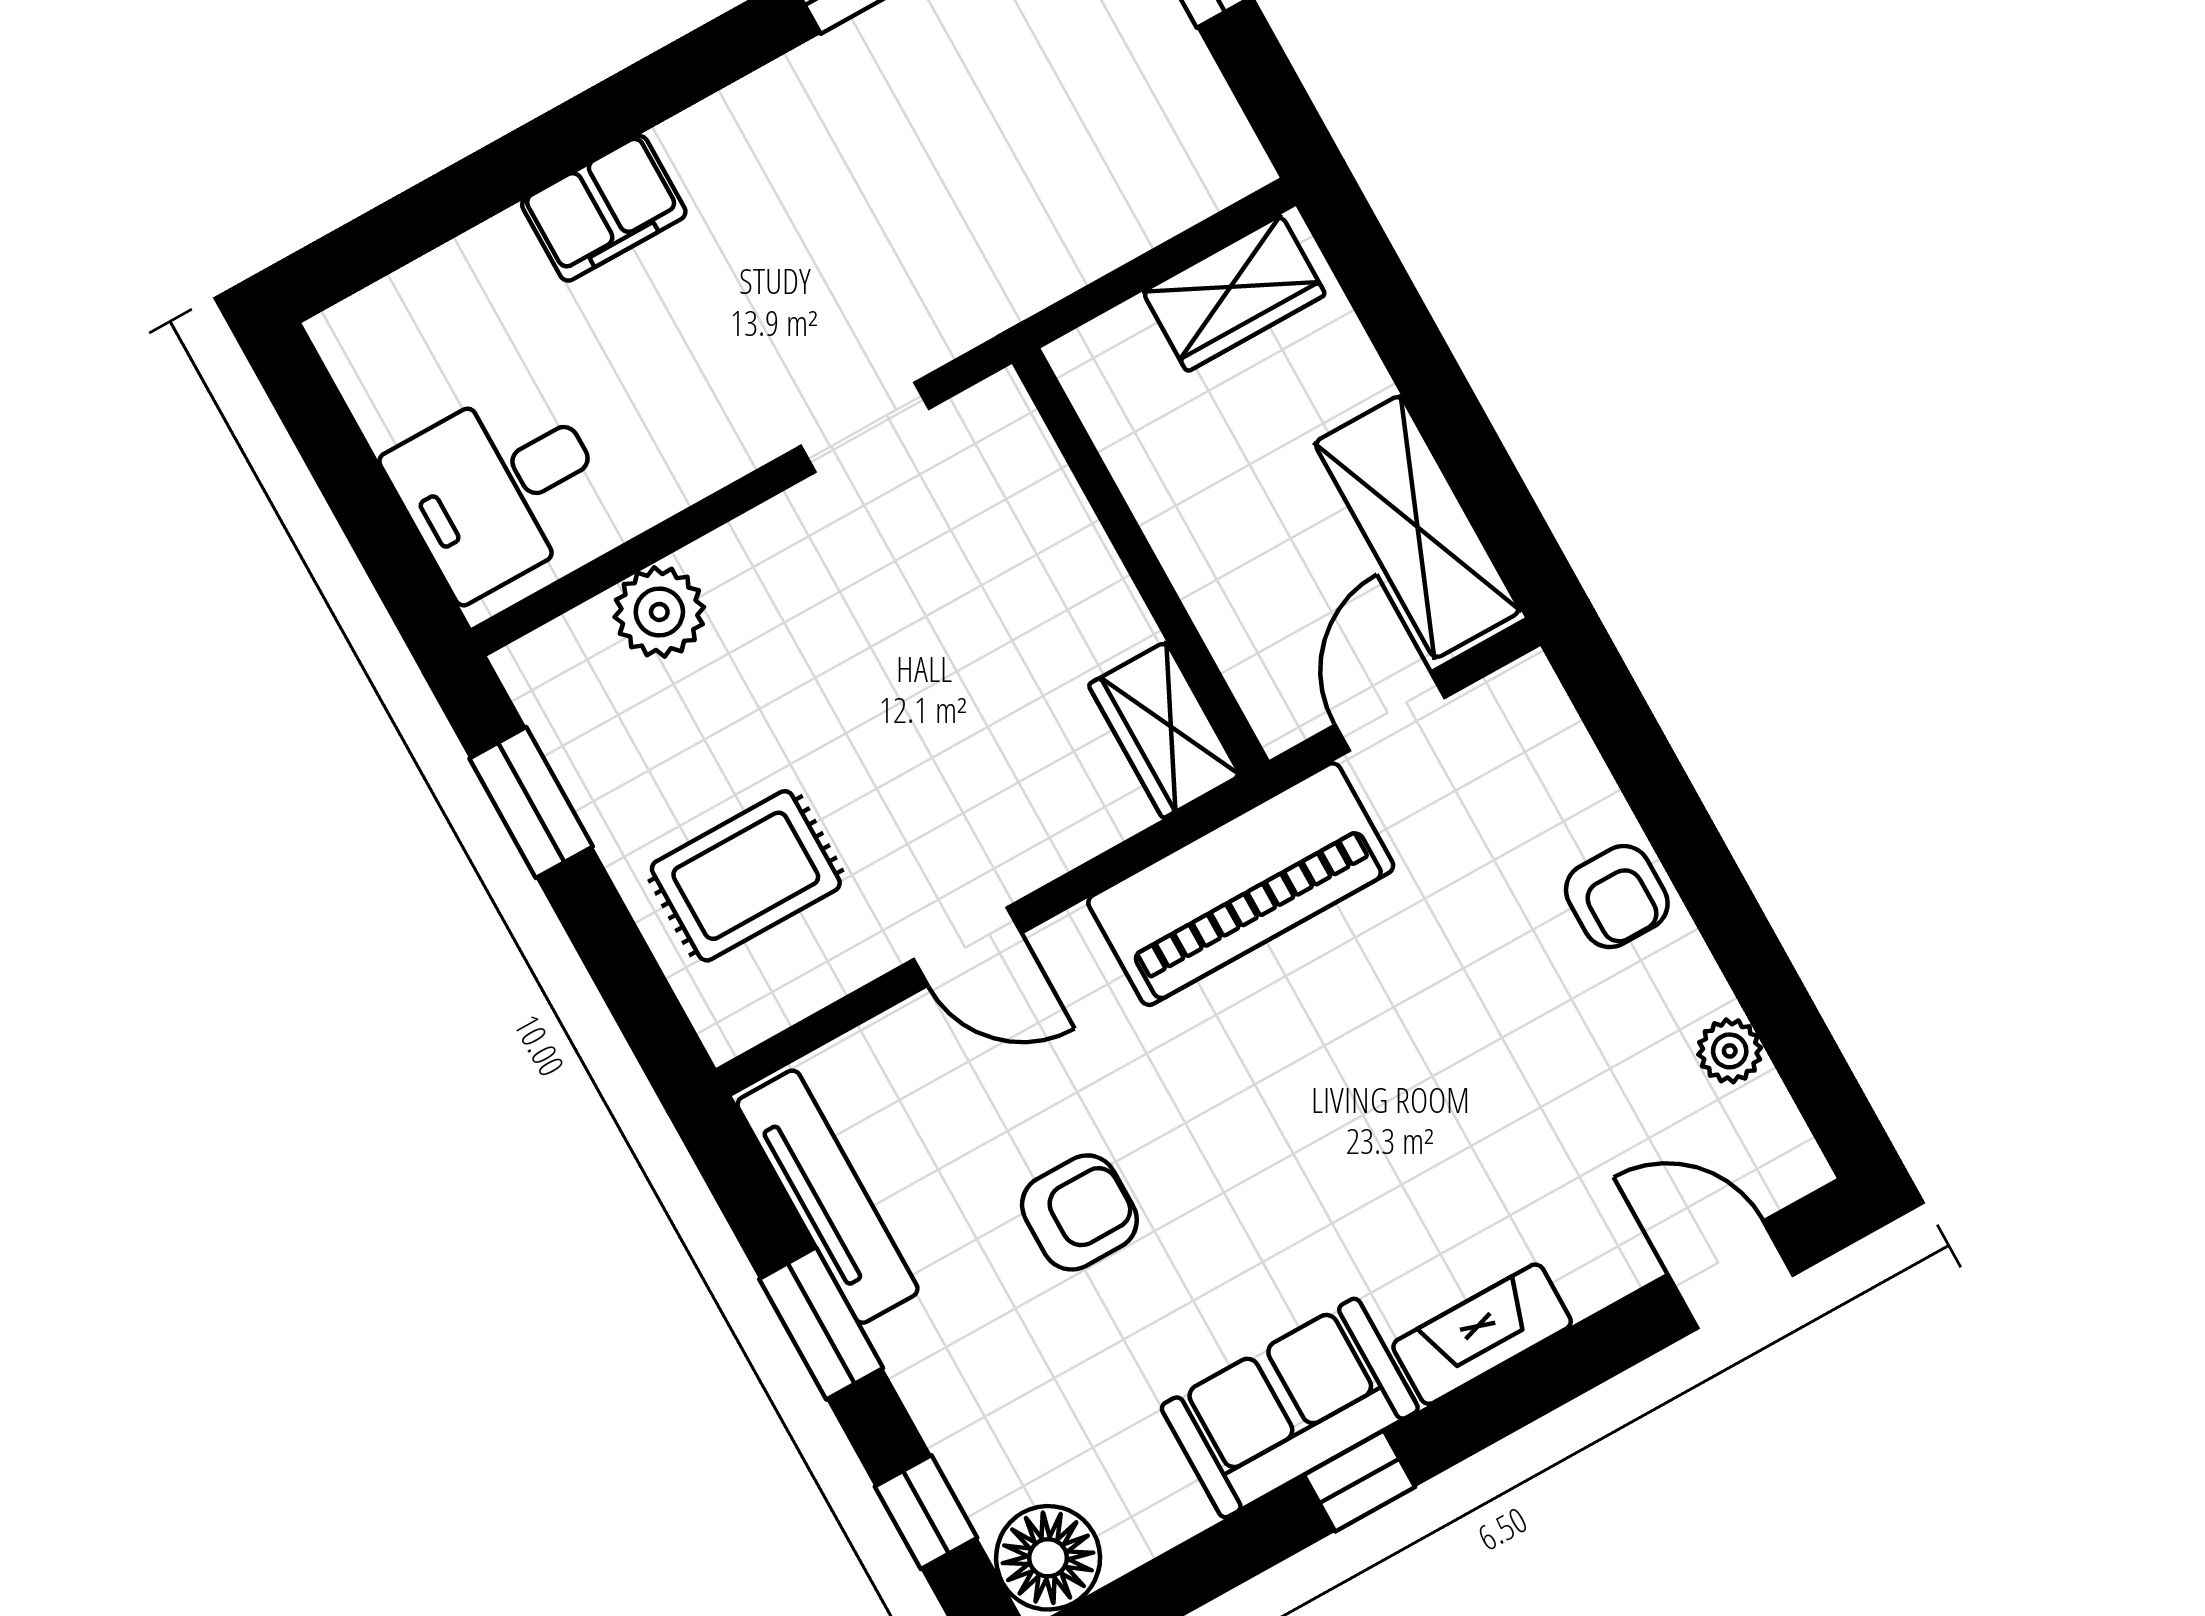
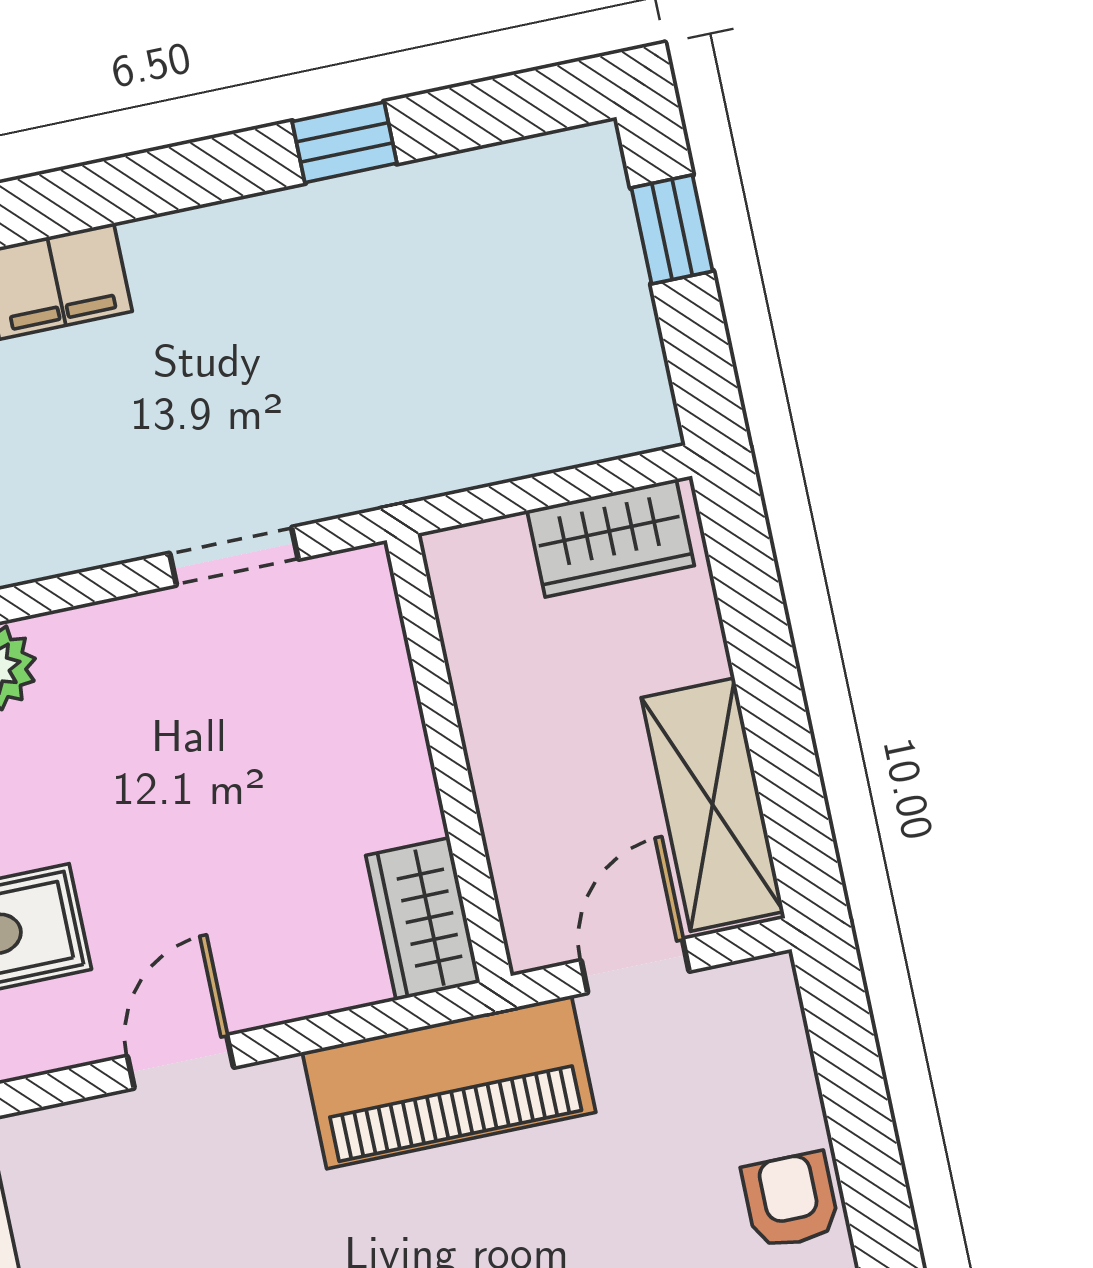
armchair: (1617, 897) -> (791, 1200), turned 180
door: (967, 946) -> (181, 1062), swing flipped

